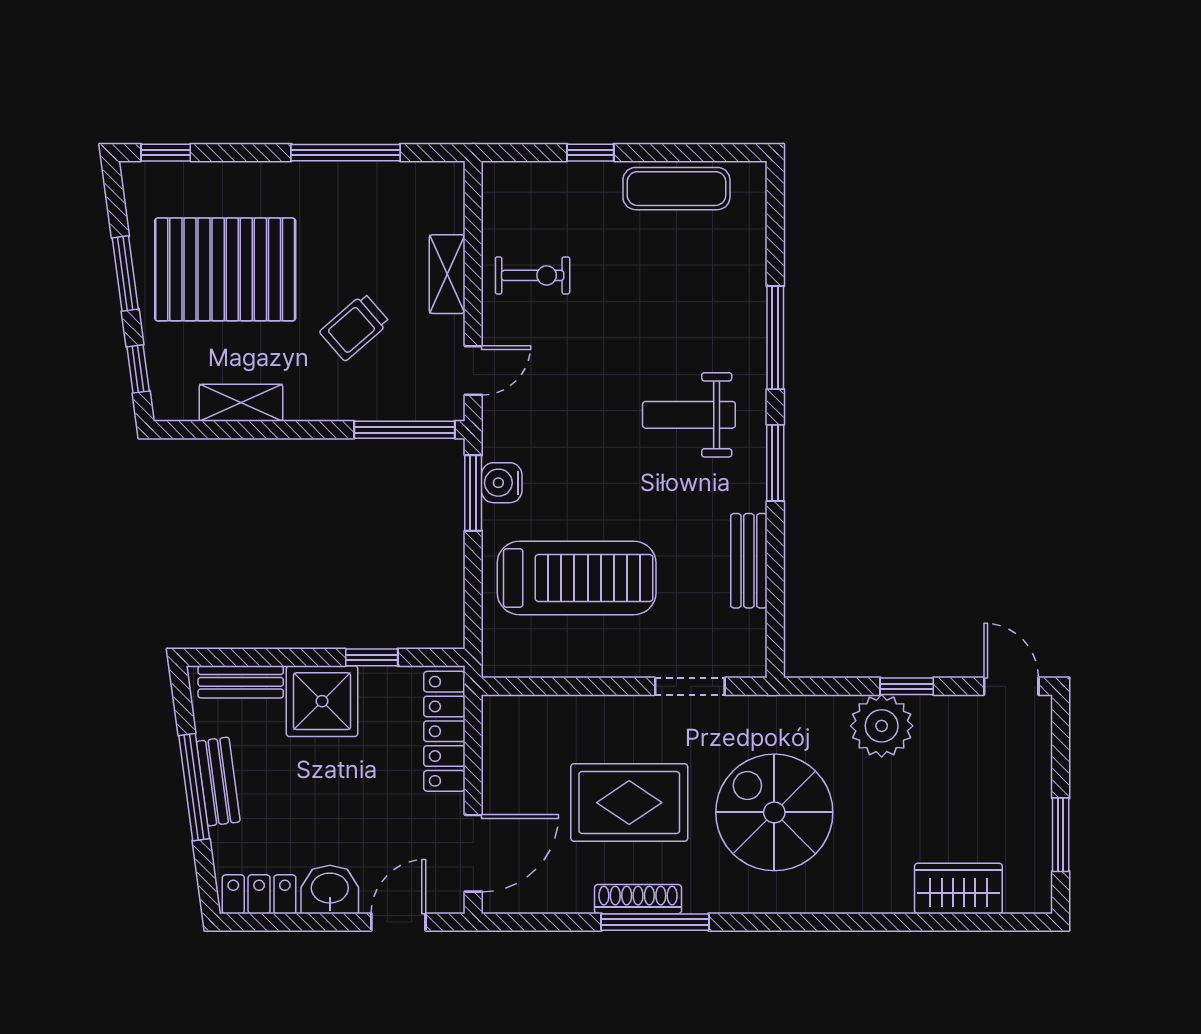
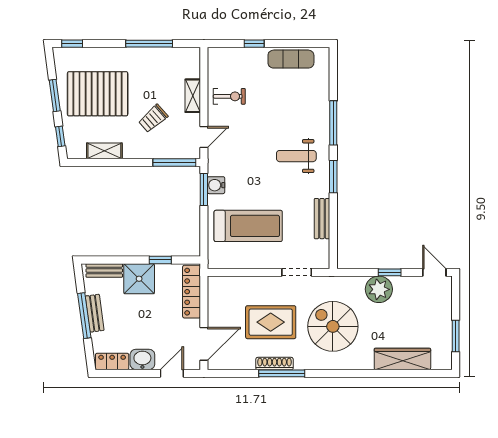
wardrobe: (958, 888) -> (402, 359), width x1.50

